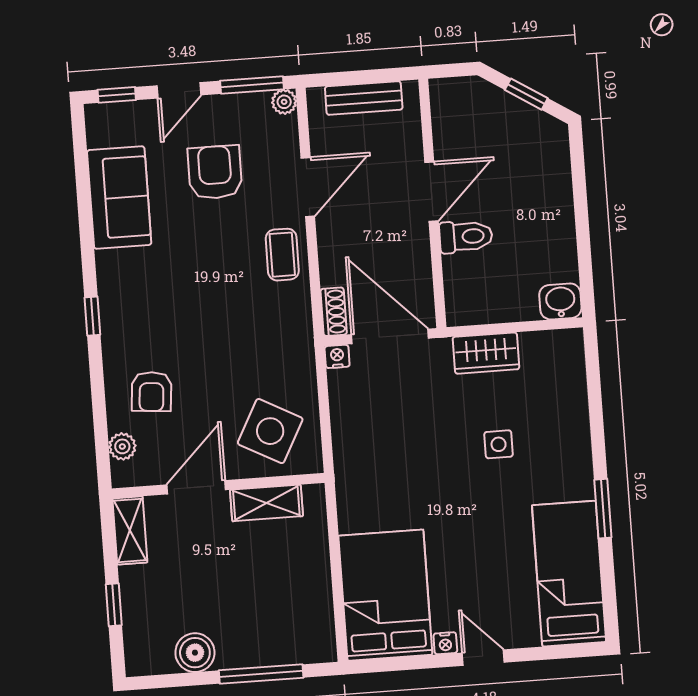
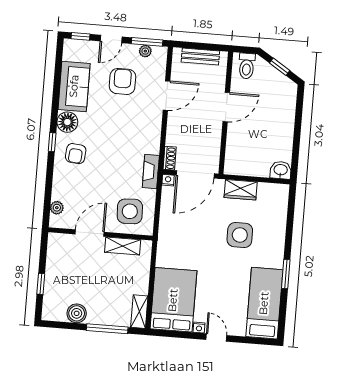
plant: (284, 102) -> (145, 51), moved
toilet: (466, 237) -> (247, 66), moved, turned 90
coffee table: (282, 255) -> (149, 126), removed
floor lamp: (117, 271) -> (67, 122), added
door: (390, 336) -> (195, 174), swing flipped
fireplace: (300, 344) -> (151, 171), added
armchair: (152, 392) -> (76, 154), moved
side table: (270, 431) -> (130, 211), turned -30
side table: (499, 444) -> (240, 235), width x1.87, depth x1.87
shelving: (130, 530) -> (139, 312), moved

